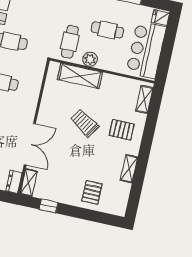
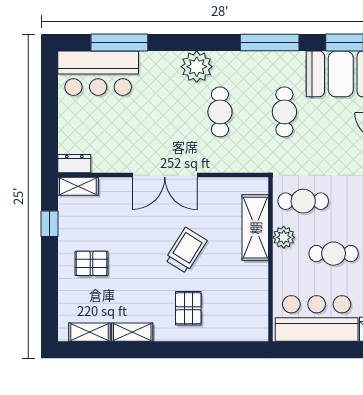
cafe table: (107, 30) -> (334, 254), turned 90
shelving: (144, 99) -> (90, 332), moved
double door: (30, 144) -> (165, 175), moved
pallet: (92, 192) -> (92, 263), moved

